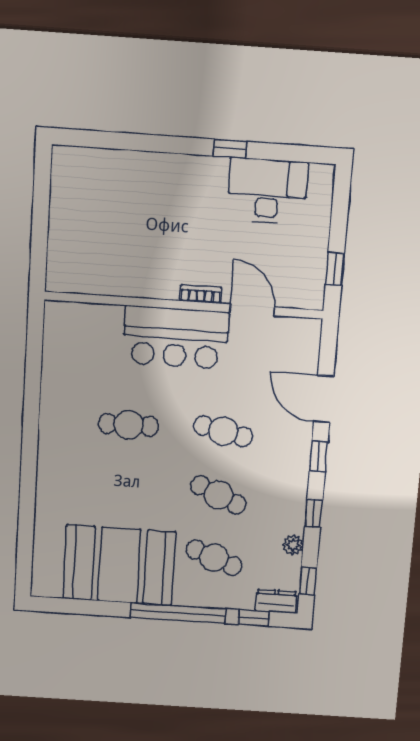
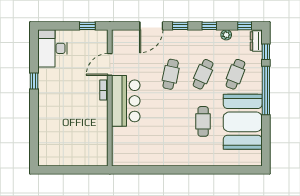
desk: (267, 191) -> (53, 48), moved
cafe table: (129, 425) -> (203, 121), moved

